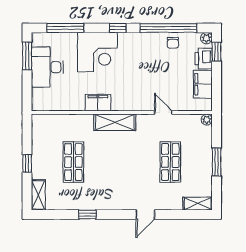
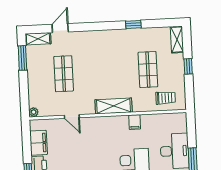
filing cabinet: (98, 103) -> (135, 122), width x0.50
trolley: (55, 129) -> (166, 98), added
window: (217, 162) -> (22, 58), moved
door: (145, 215) -> (60, 28), moved

